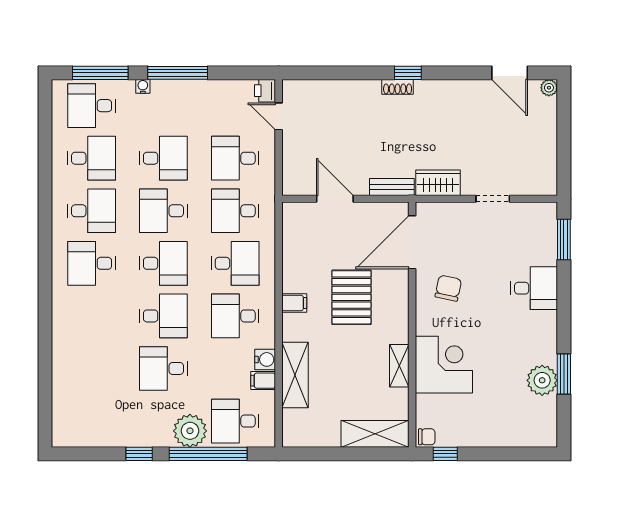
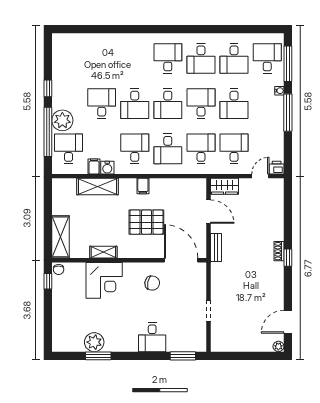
wardrobe: (438, 183) -> (224, 186), moved, turned 90
door: (335, 199) -> (209, 212), hinge flipped

